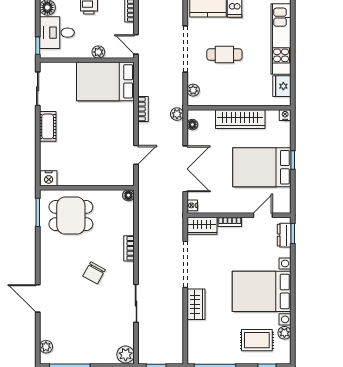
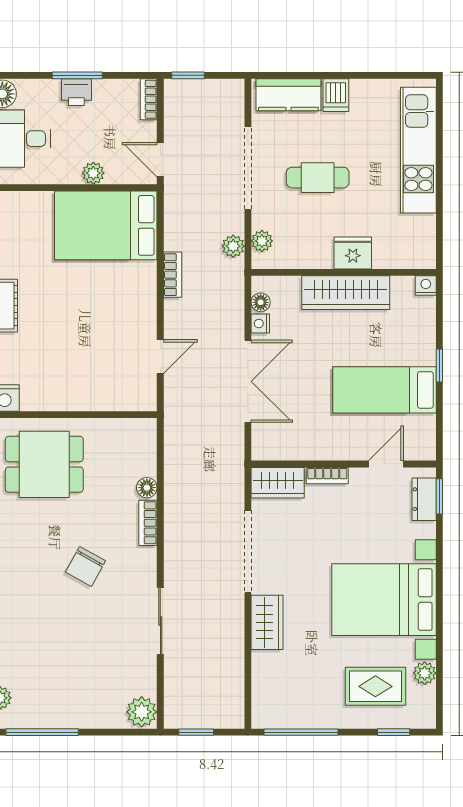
fridge: (282, 86) -> (353, 253), moved, turned 90
plant: (177, 114) -> (233, 246), moved
bed: (262, 167) -> (385, 390), width x0.67
floor lamp: (128, 195) -> (147, 488), moved
nightstand: (192, 205) -> (260, 324), moved

